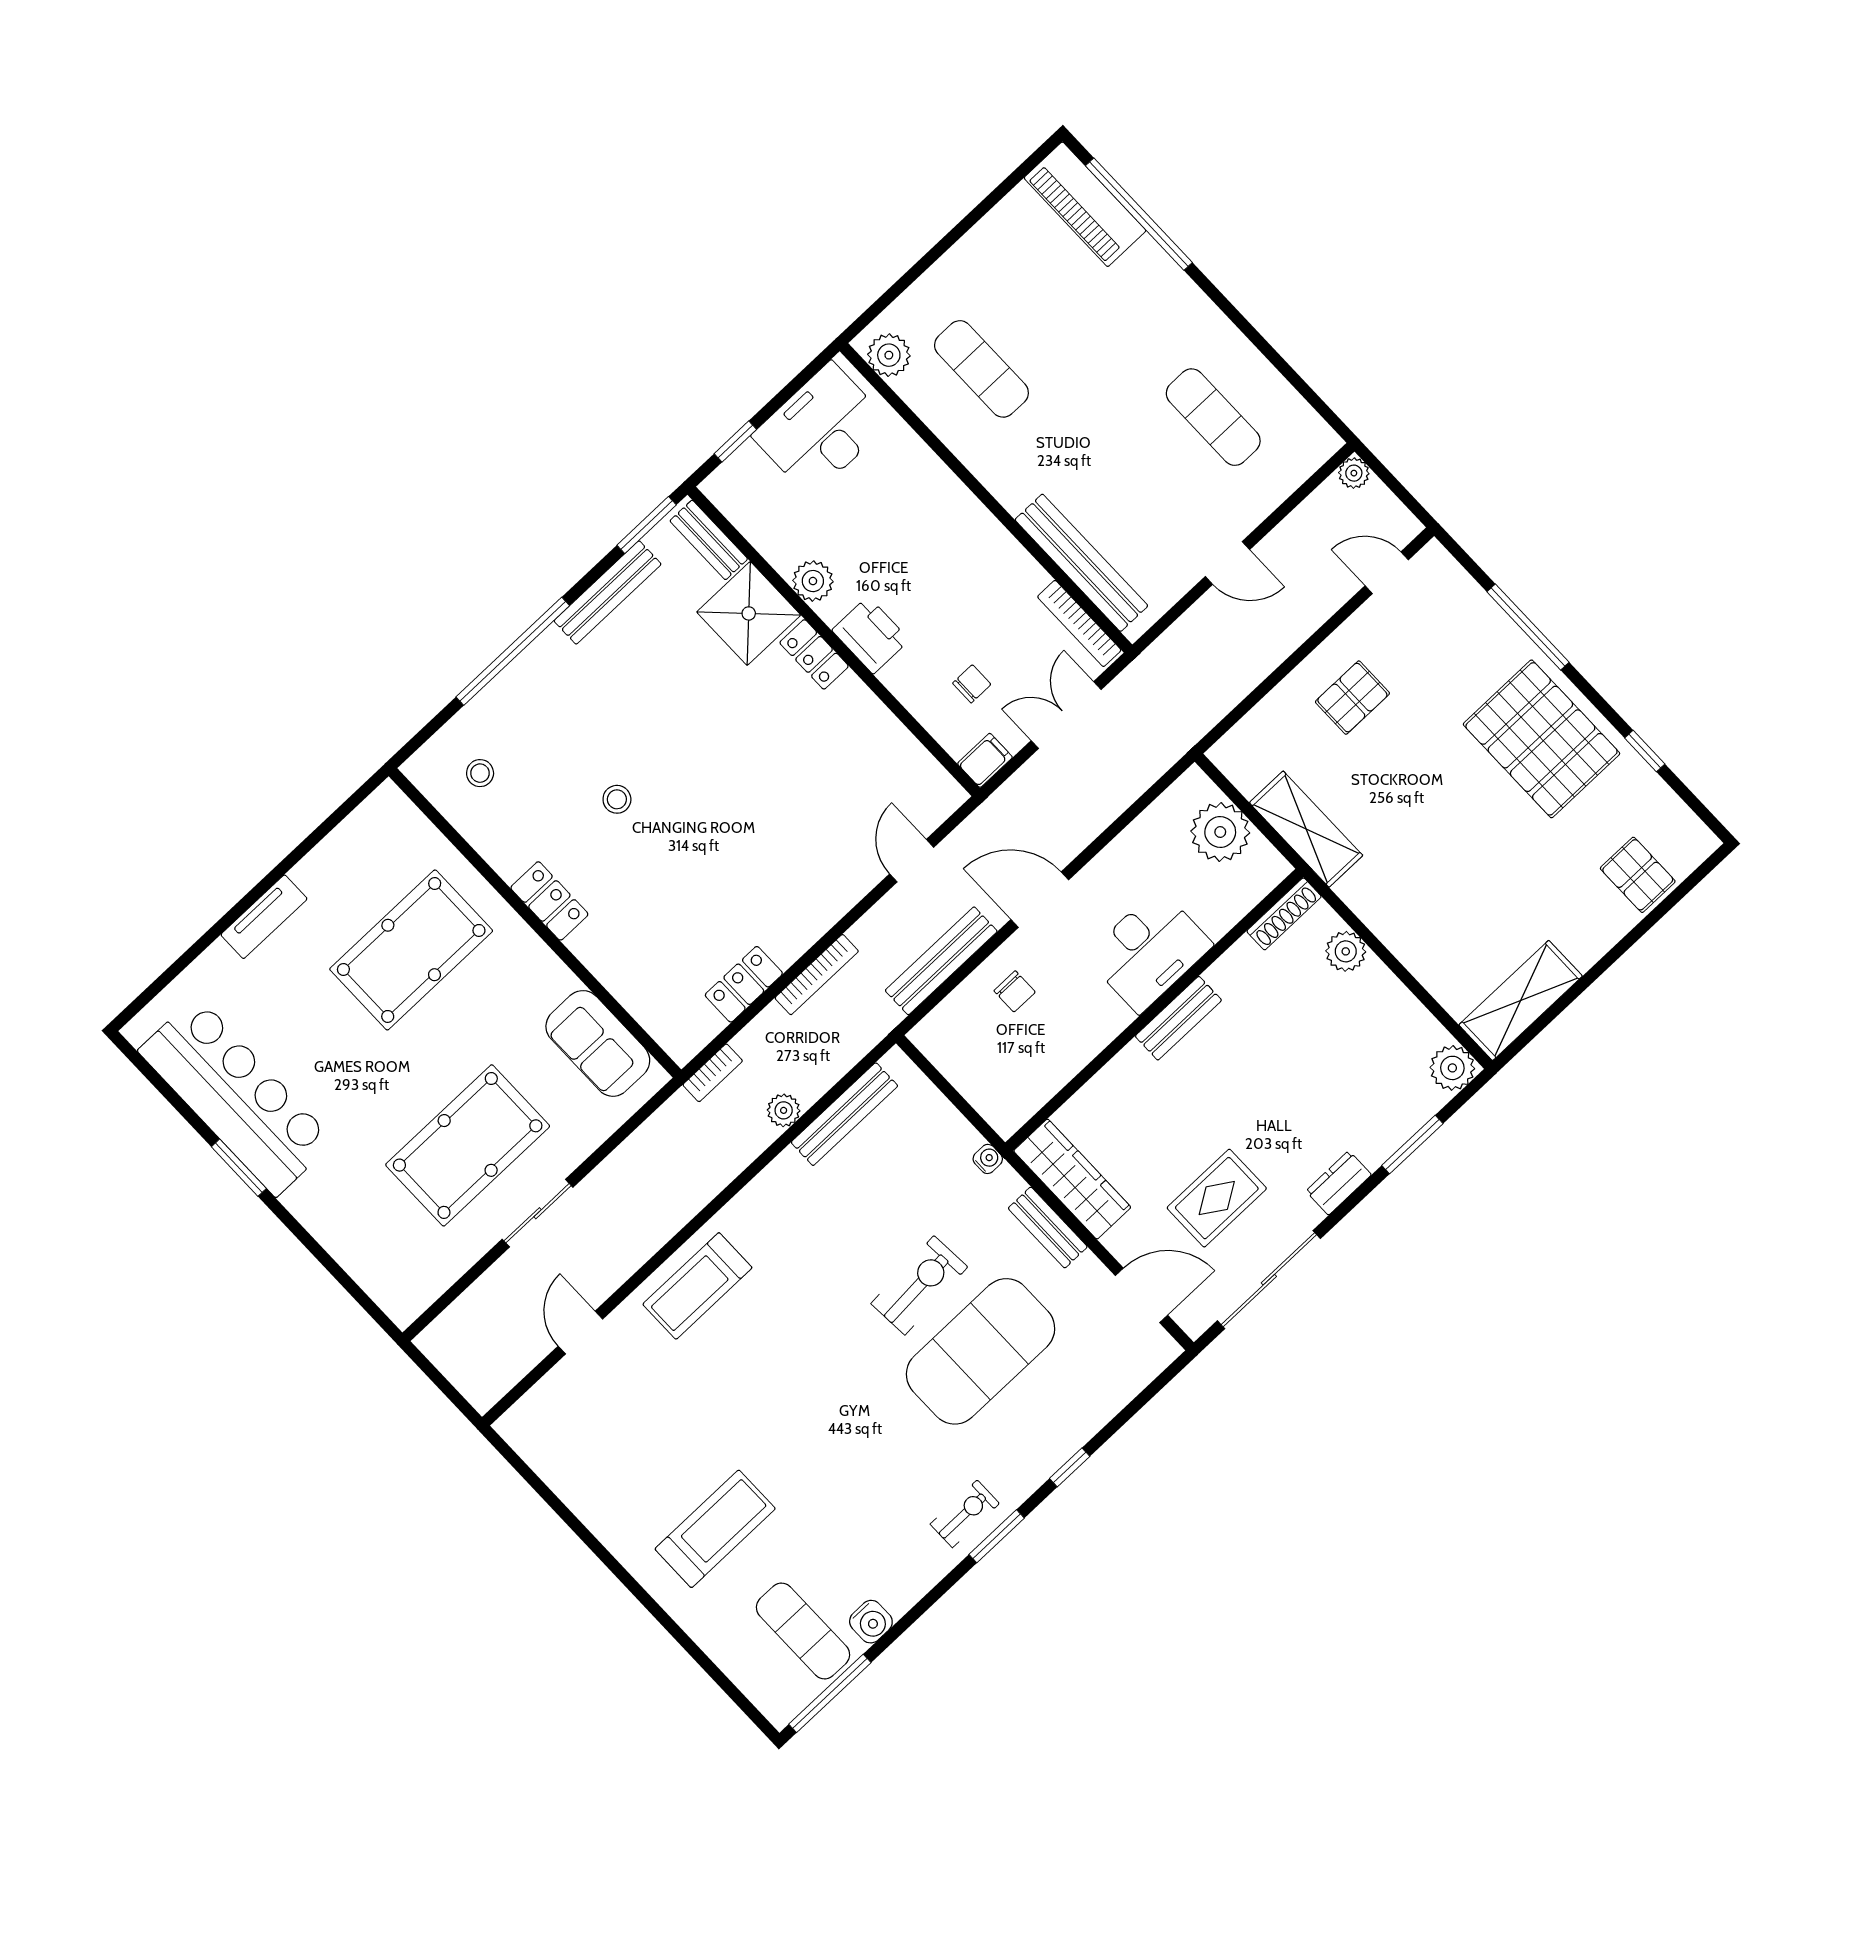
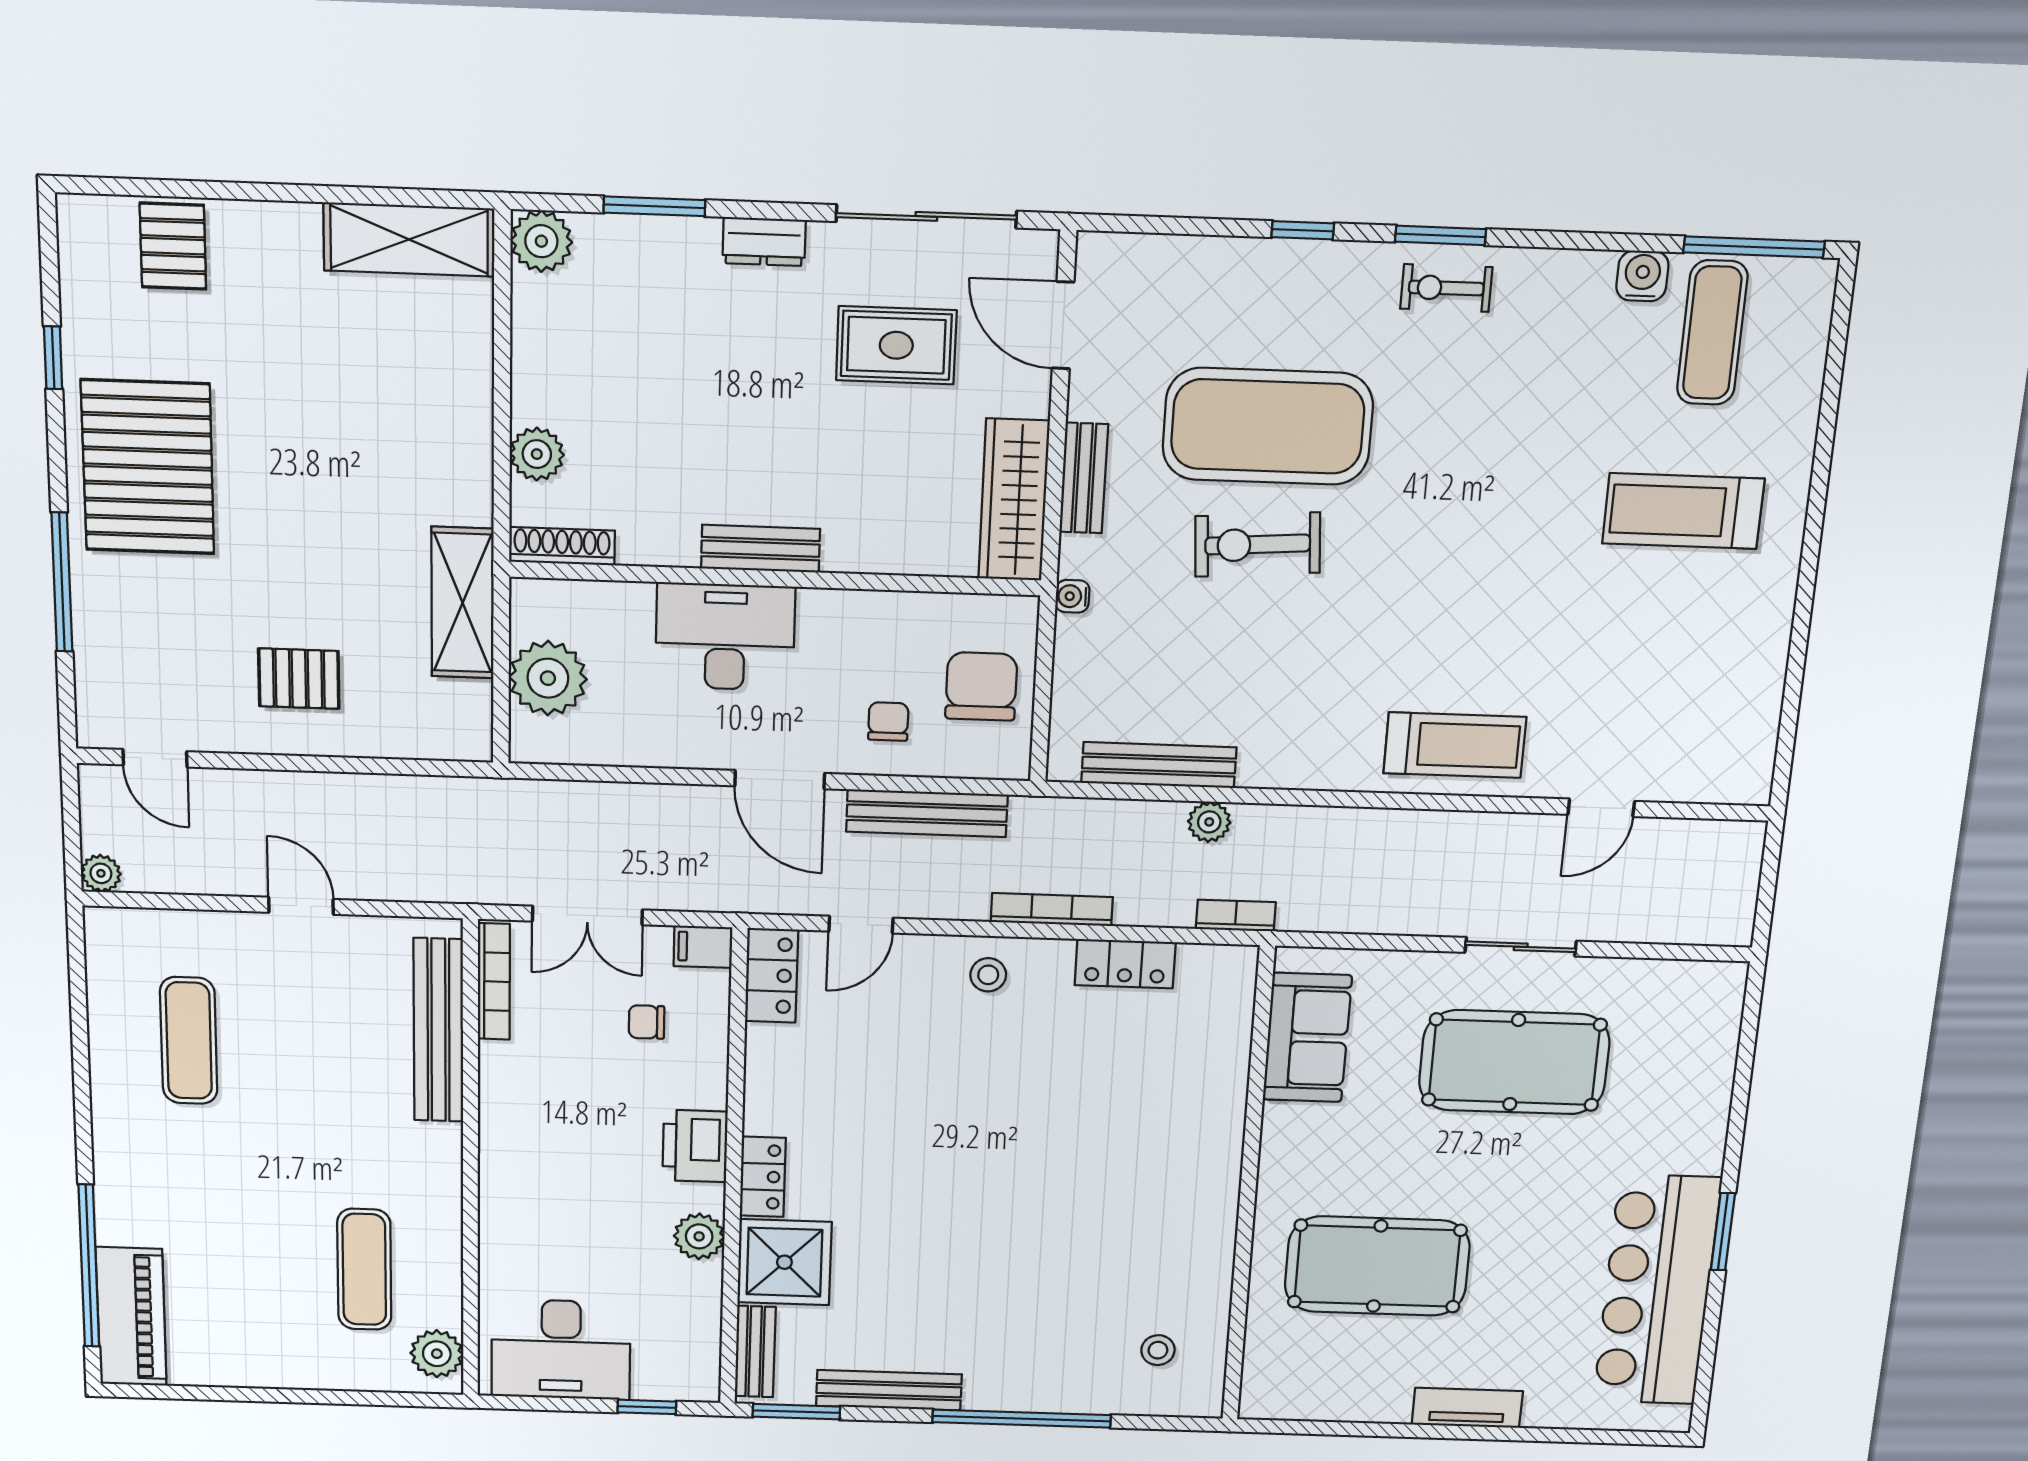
stool: (617, 799) -> (988, 975), moved
locker: (549, 901) -> (772, 975), moved, turned 180
chair: (985, 1061) -> (981, 686), added

